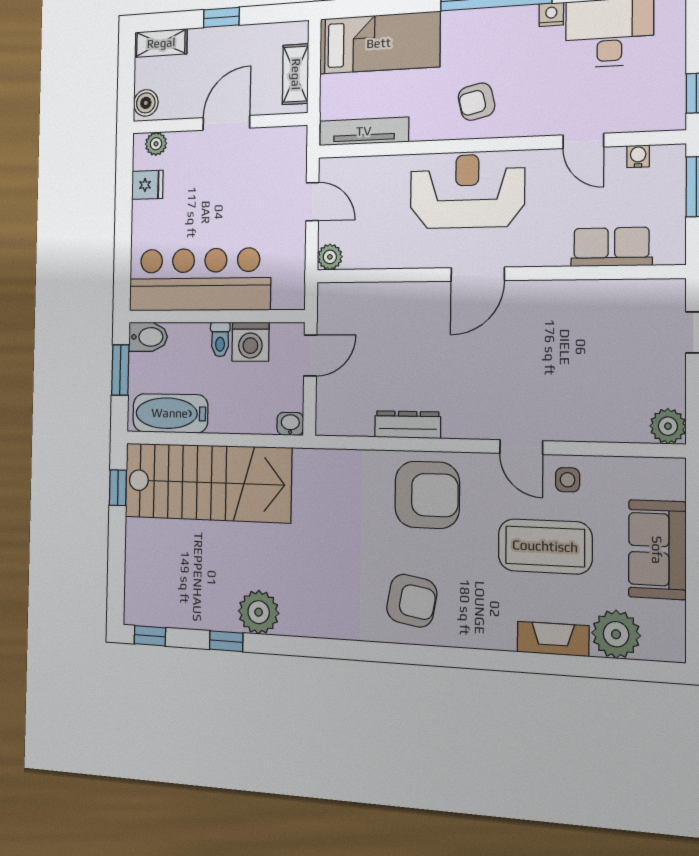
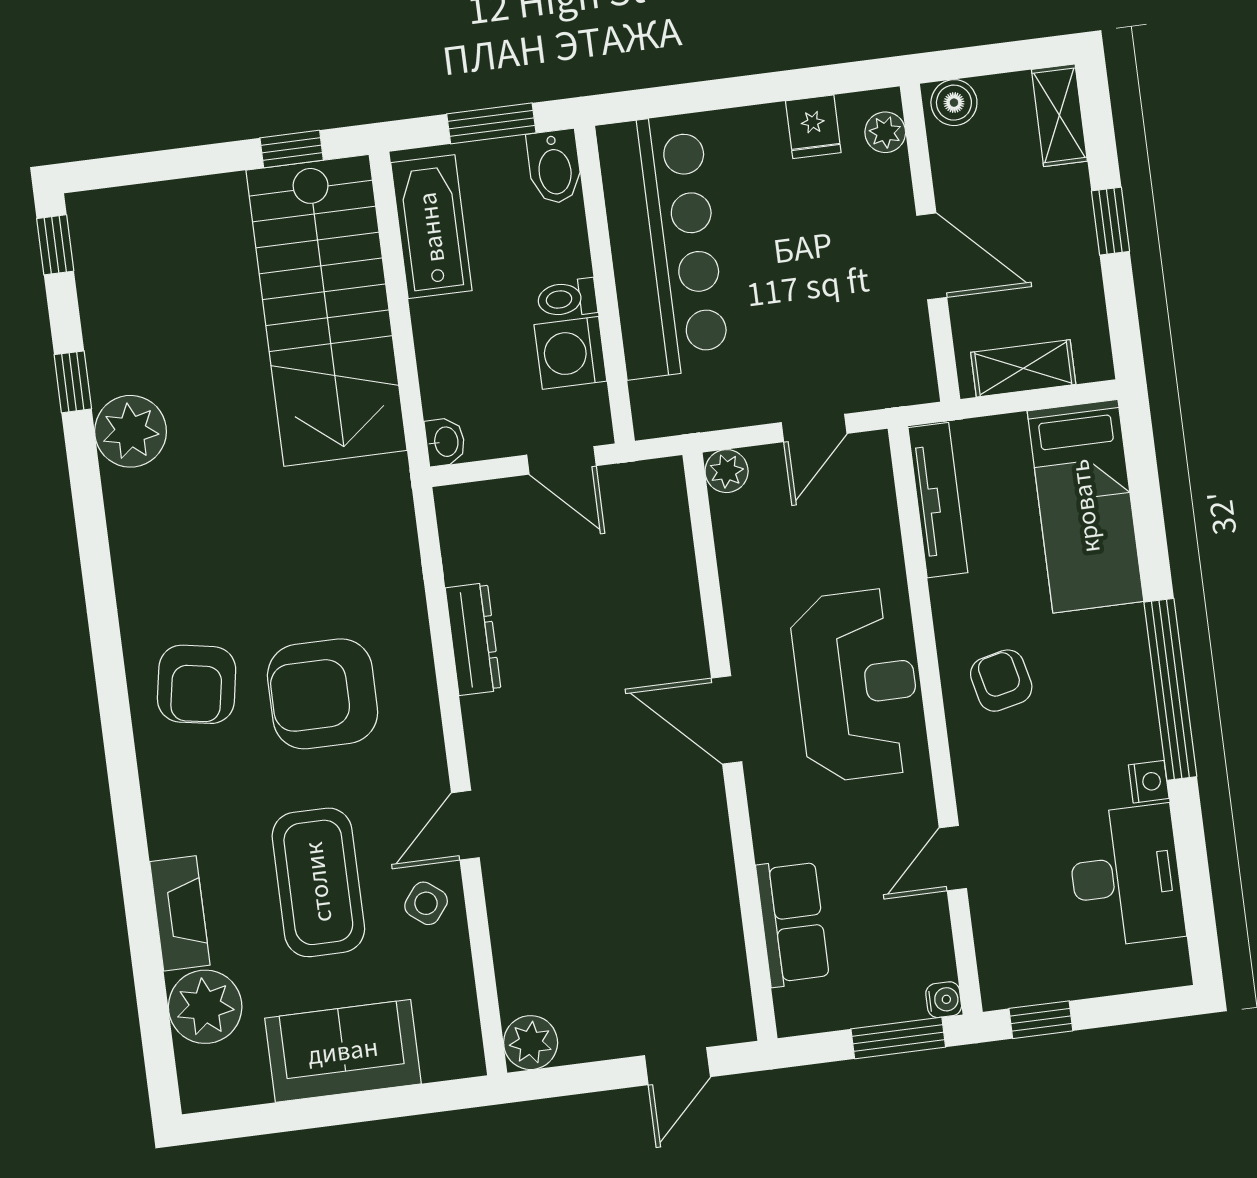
water cooler: (638, 156) -> (944, 1000), moved
side table: (568, 480) -> (426, 903), turned 38
armchair: (427, 495) -> (323, 694), moved, turned 90

